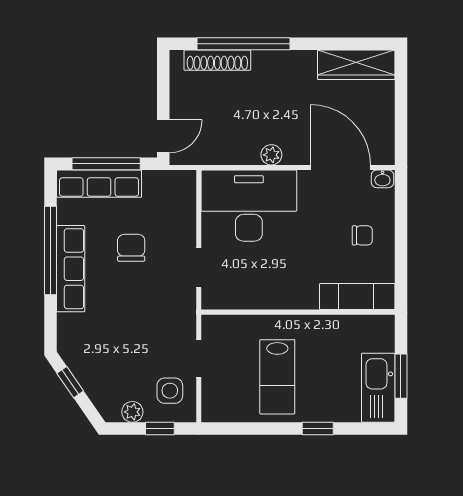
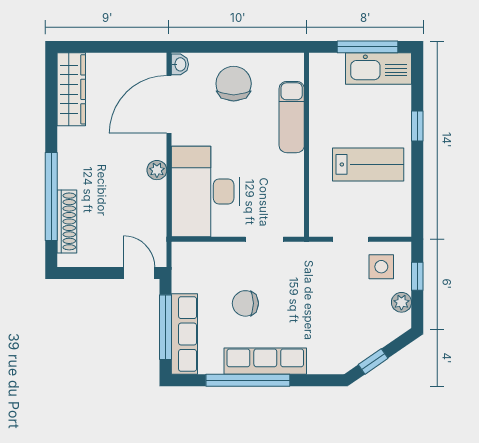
chair: (362, 235) -> (234, 84), width x1.87, depth x1.87
exam couch: (357, 296) -> (292, 117), moved
window: (401, 376) -> (367, 47), width x1.44

